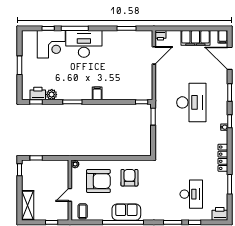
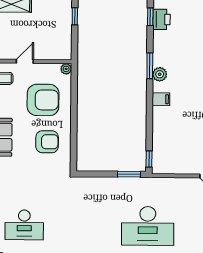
plant: (52, 95) -> (160, 74), moved
armchair: (98, 181) -> (43, 100), turned -90
door: (70, 195) -> (25, 61), hinge flipped

